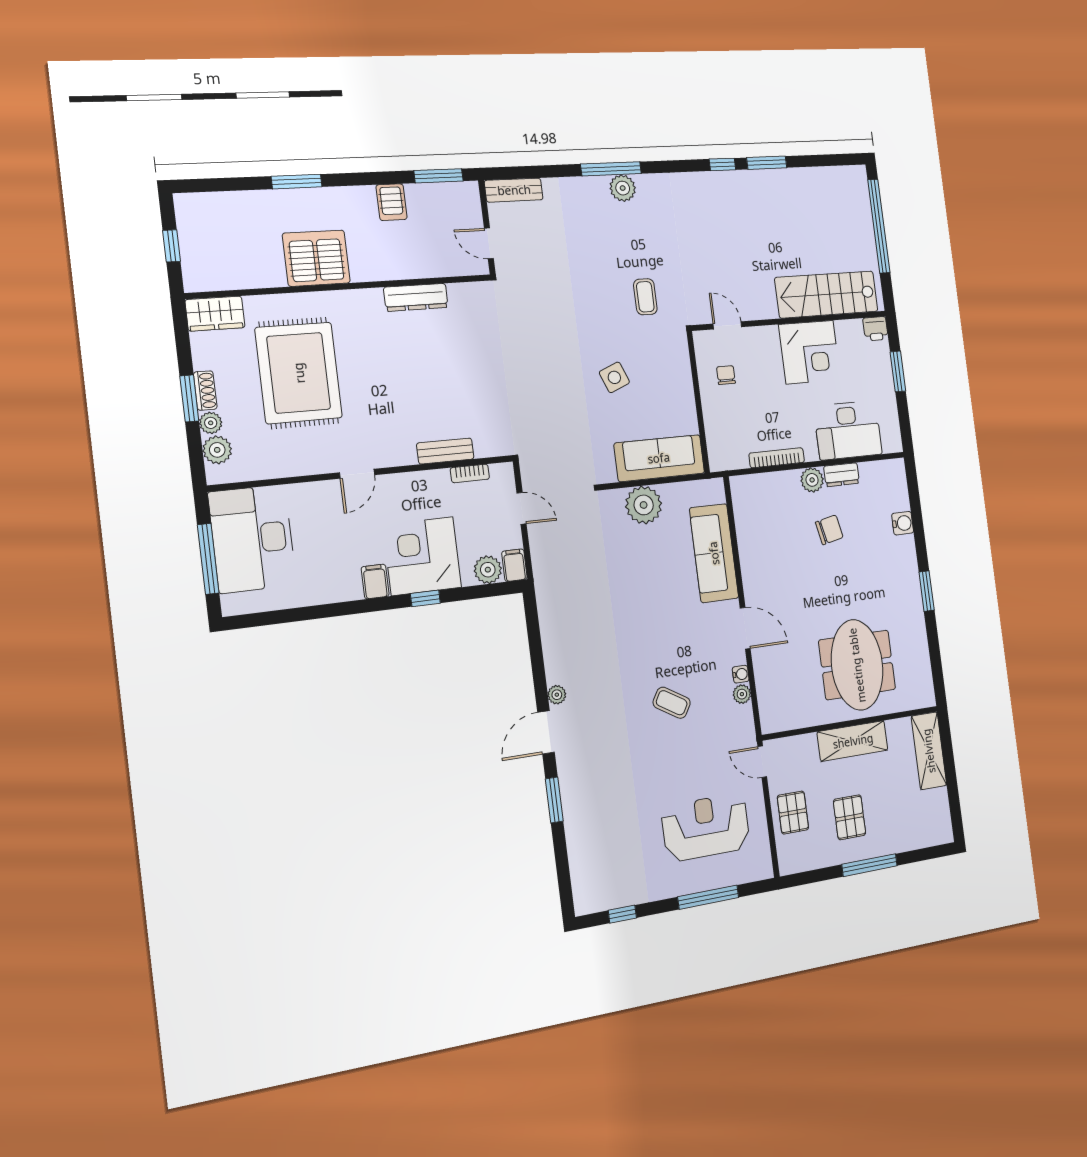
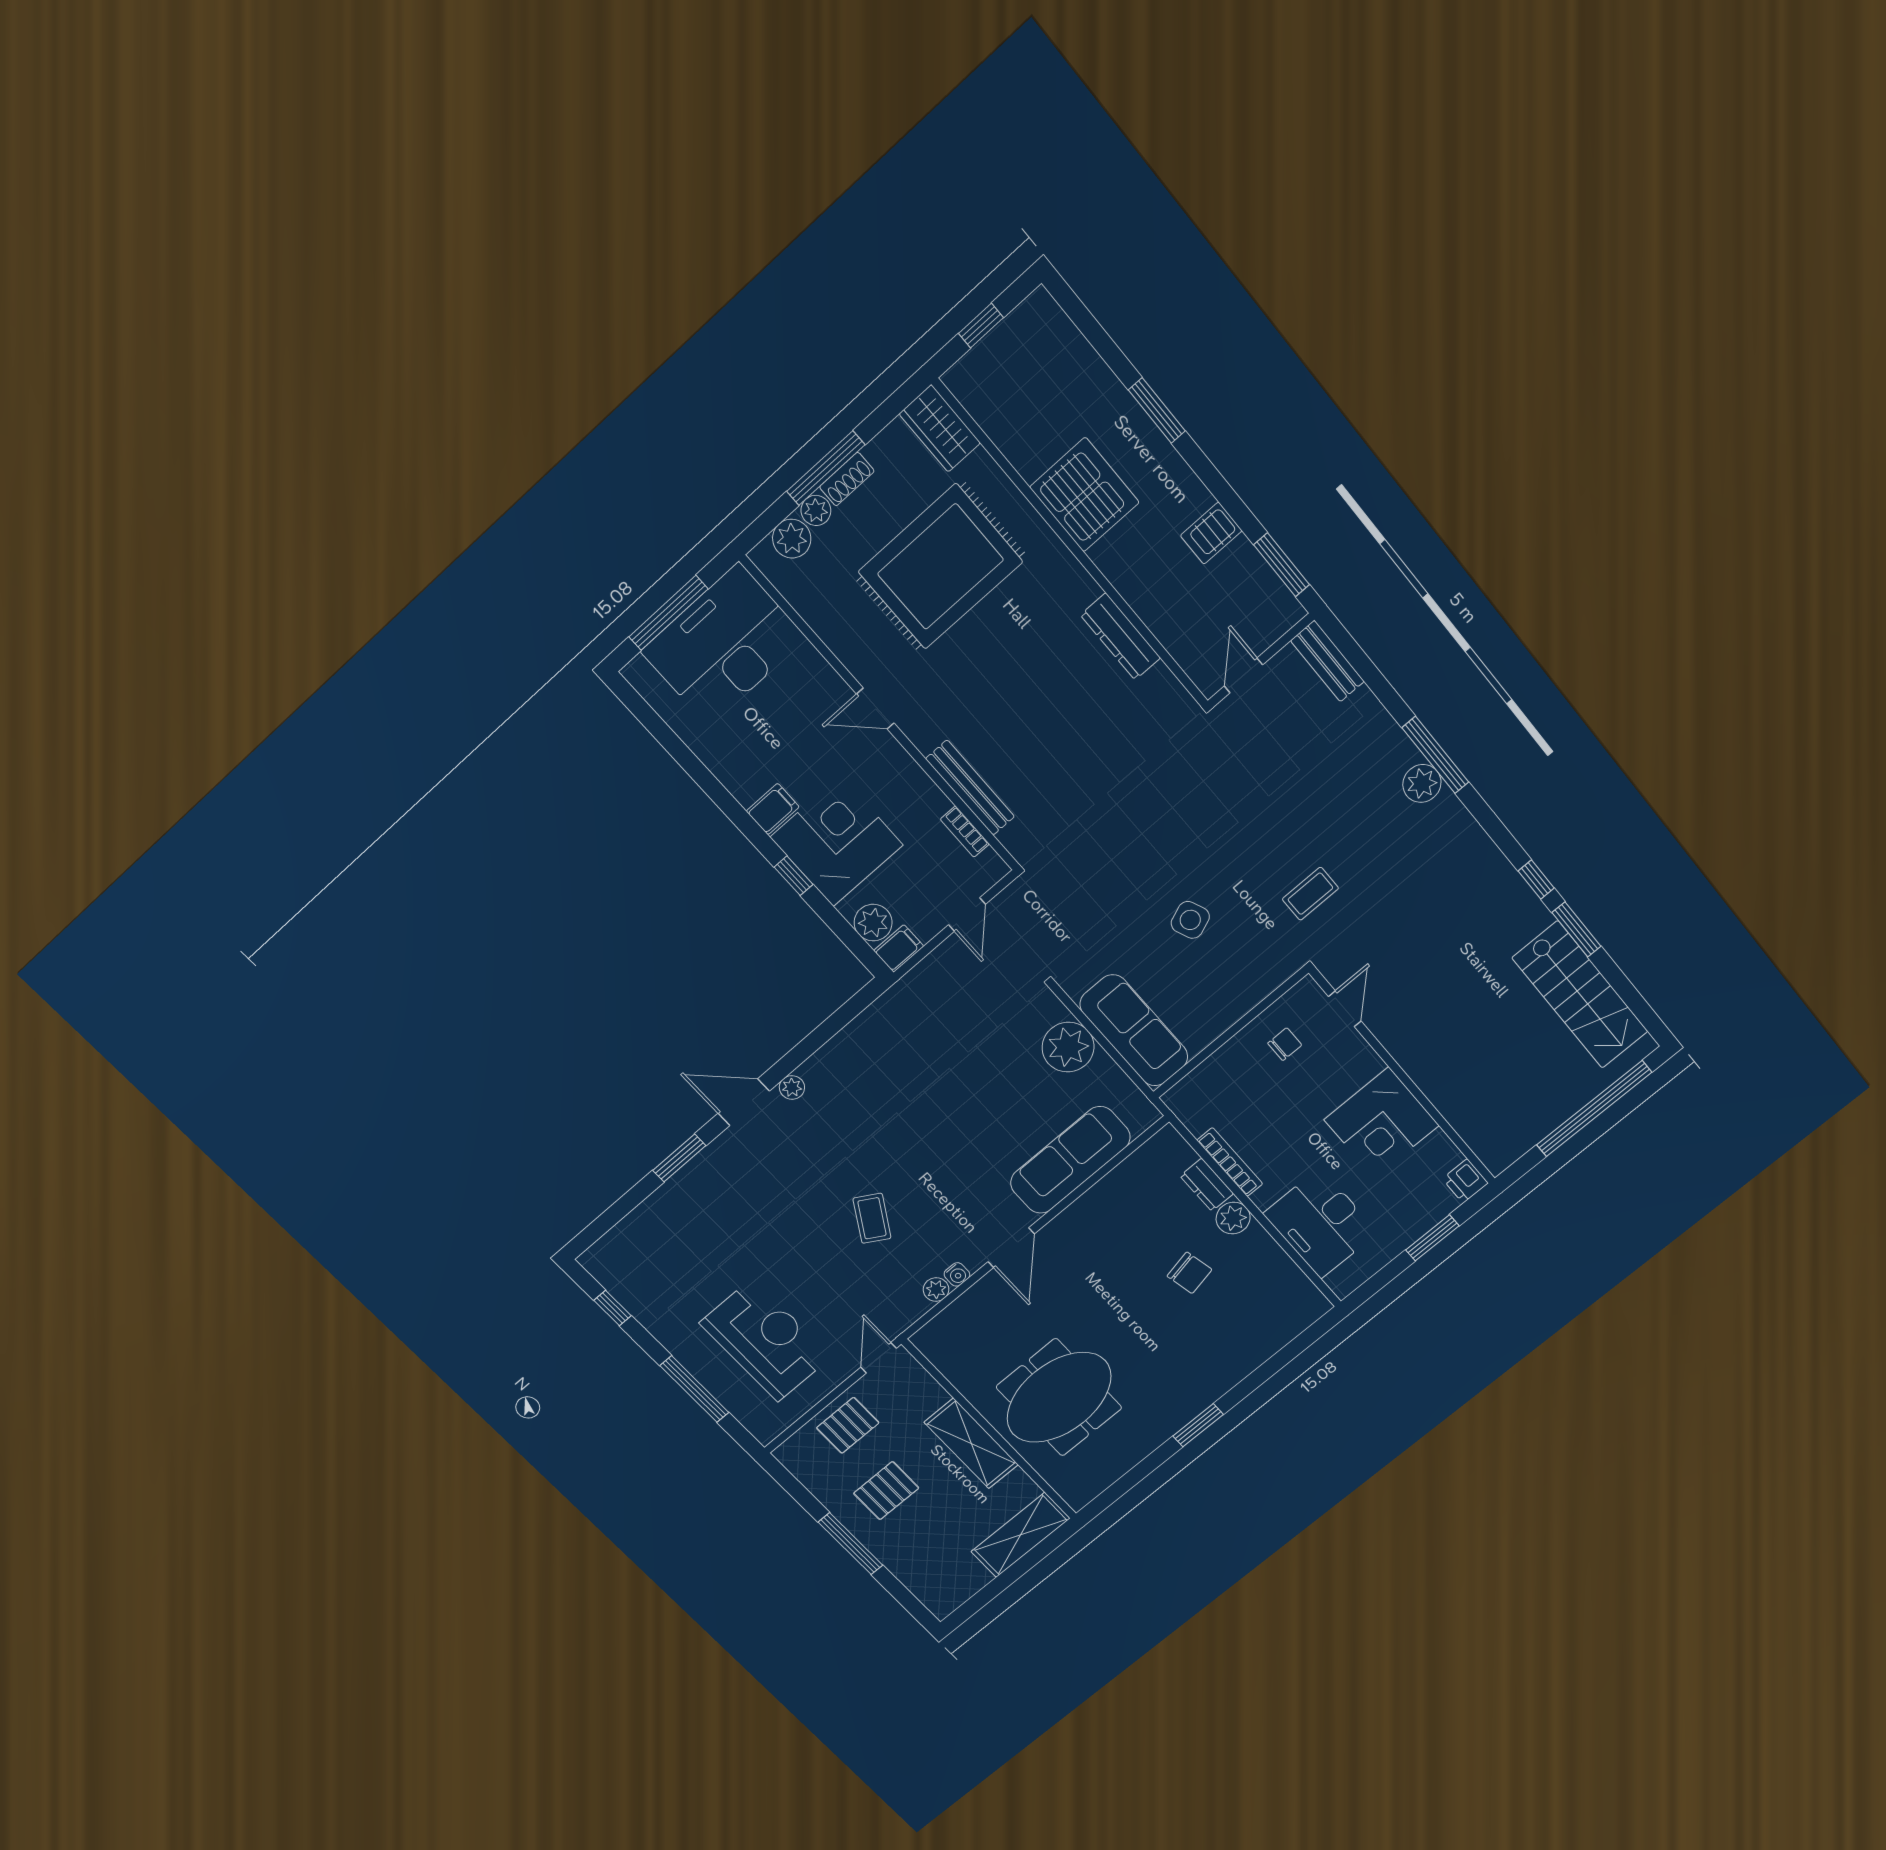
stairs: (827, 295) -> (1580, 995), moved, turned 180
window: (189, 398) -> (826, 468), width x1.44
bench: (445, 451) -> (970, 788), width x1.36
dresser: (841, 475) -> (1207, 1185), moved
water cooler: (903, 523) -> (1257, 1351), removed

